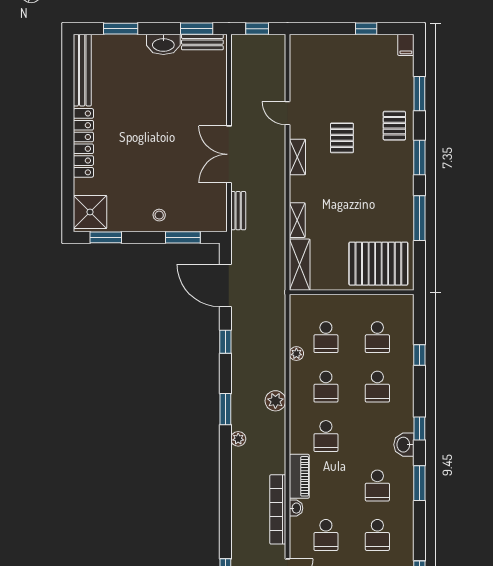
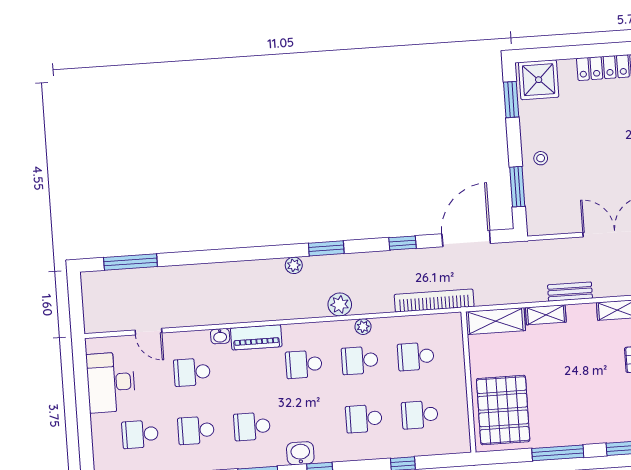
bench: (238, 211) -> (570, 292), moved
plant: (296, 354) -> (363, 327), moved
bookcase: (278, 509) -> (434, 301), moved

